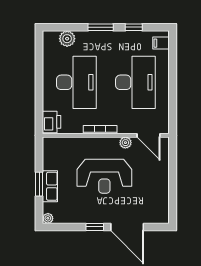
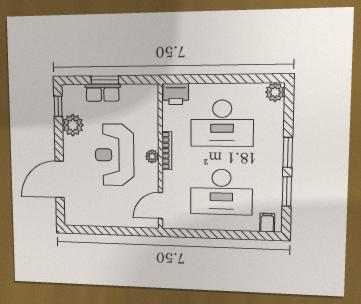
window: (134, 27) -> (287, 191), width x1.50
plant: (67, 39) -> (275, 92), moved
plant: (125, 143) -> (152, 156), moved
plant: (48, 218) -> (73, 125), moved, width x1.88, depth x1.88
window: (95, 227) -> (58, 106), moved

